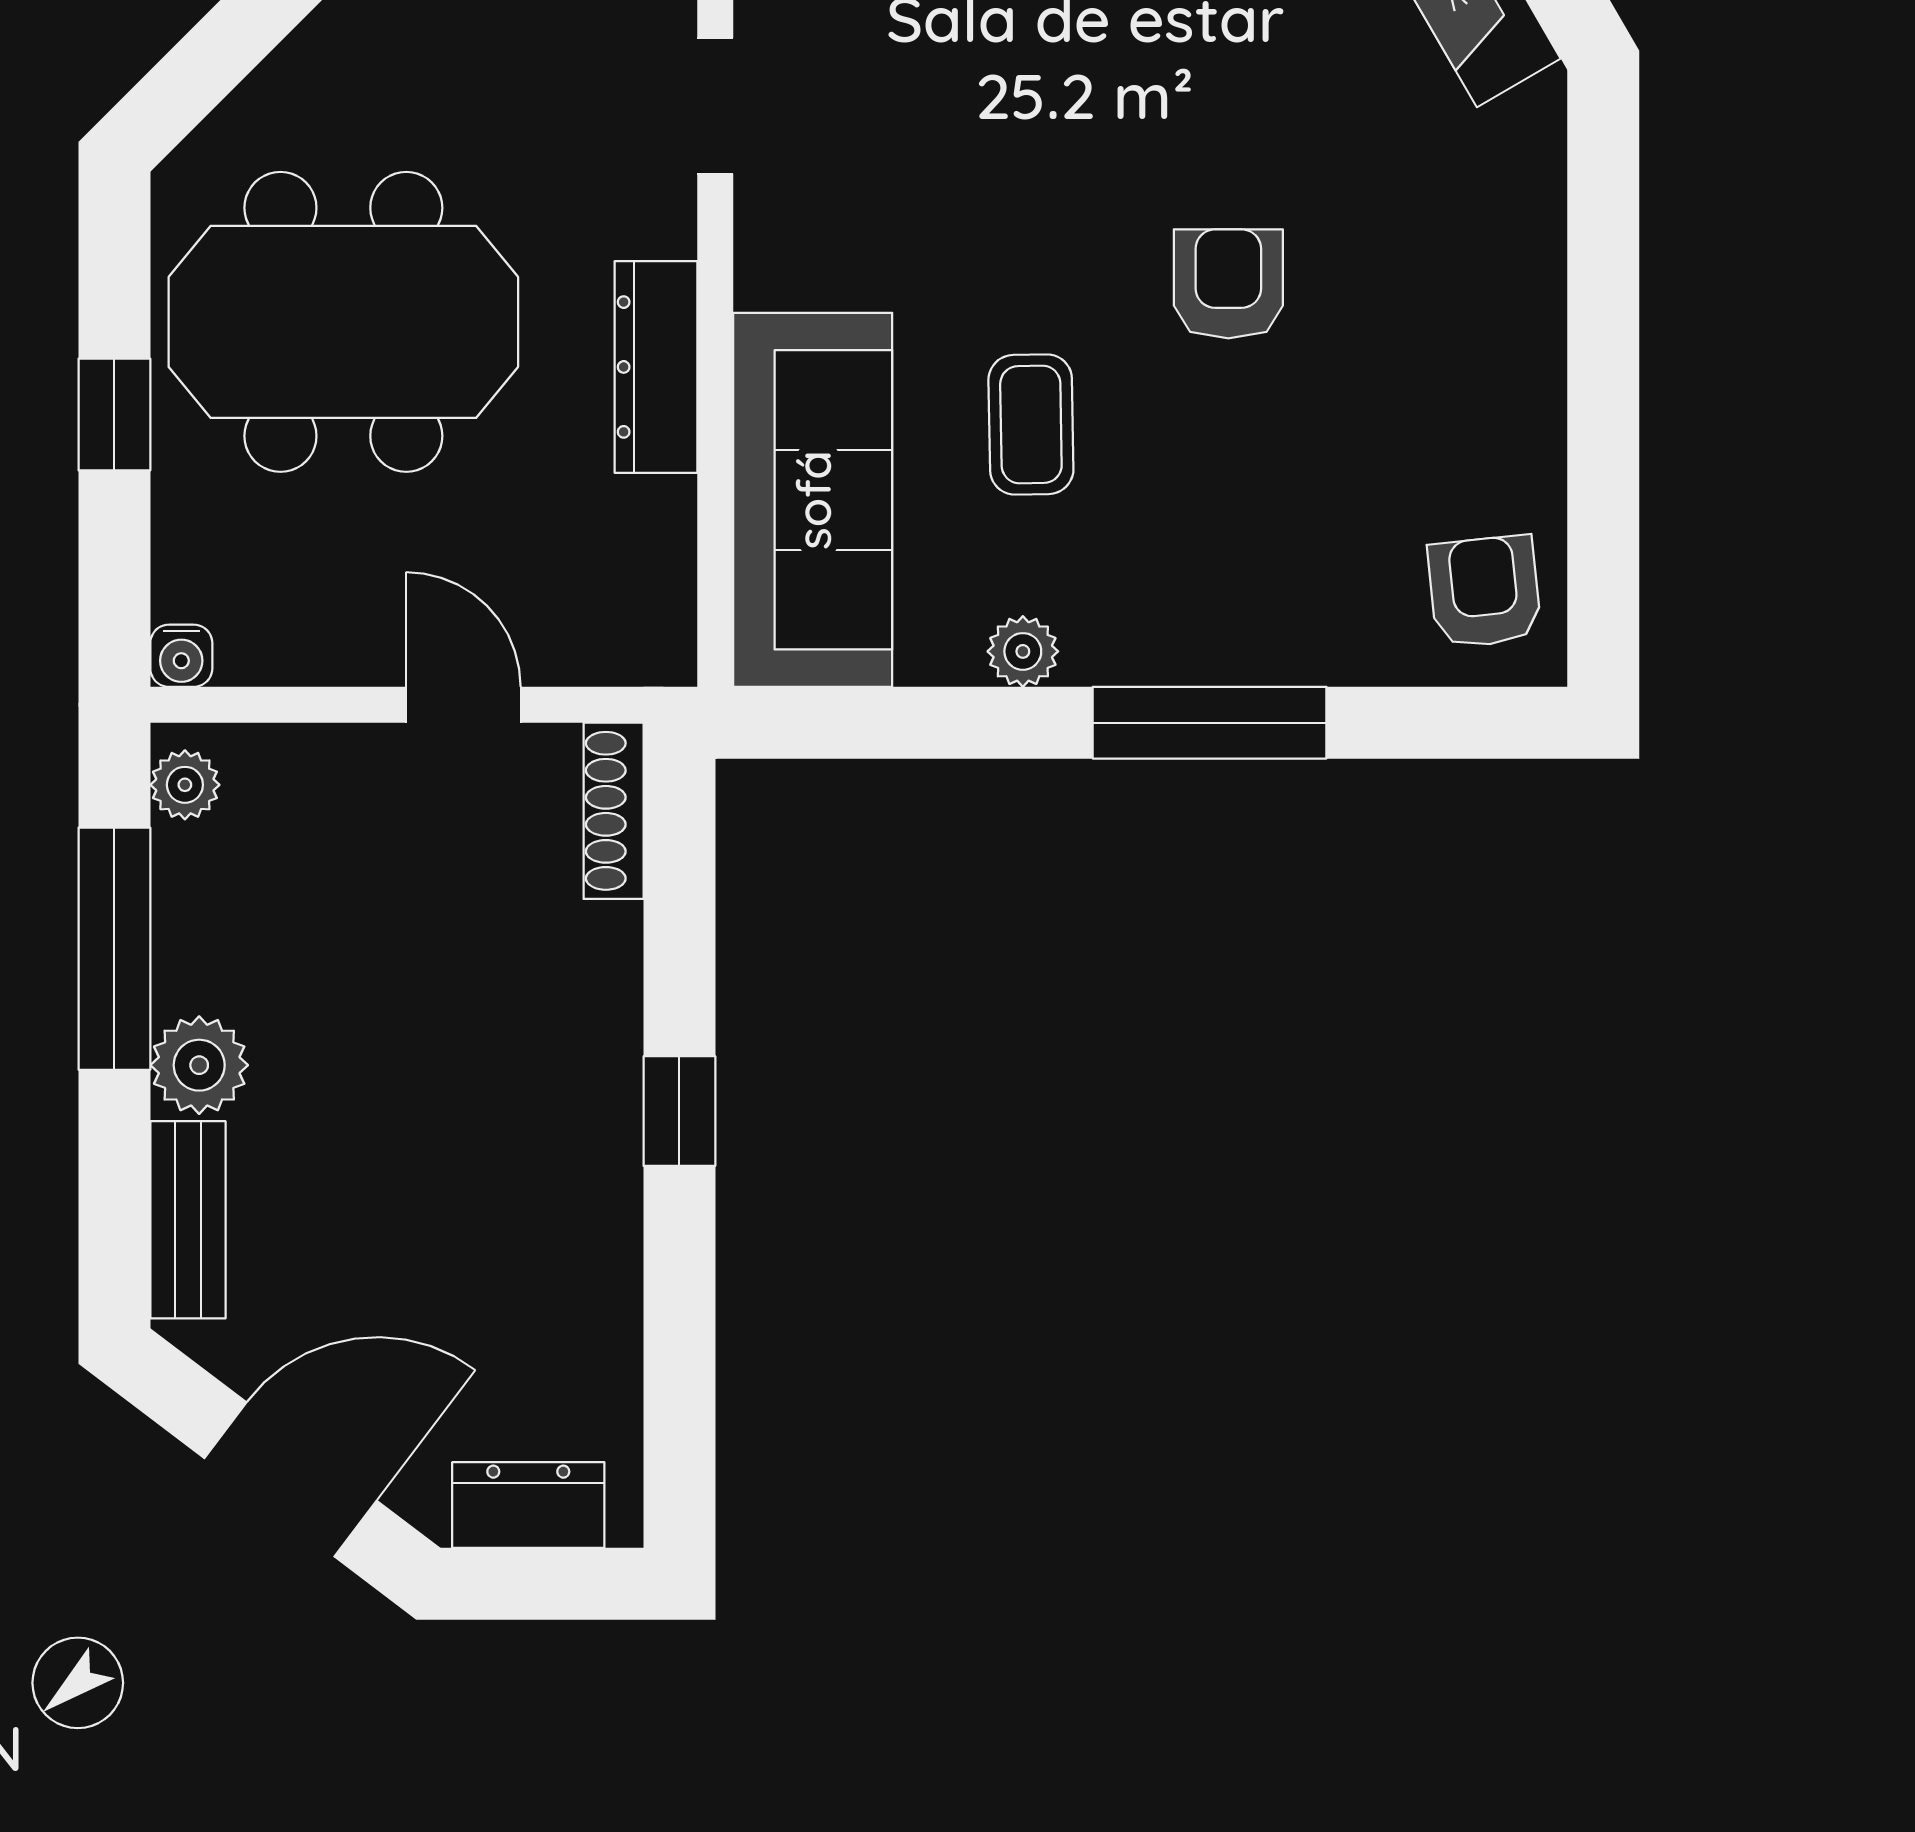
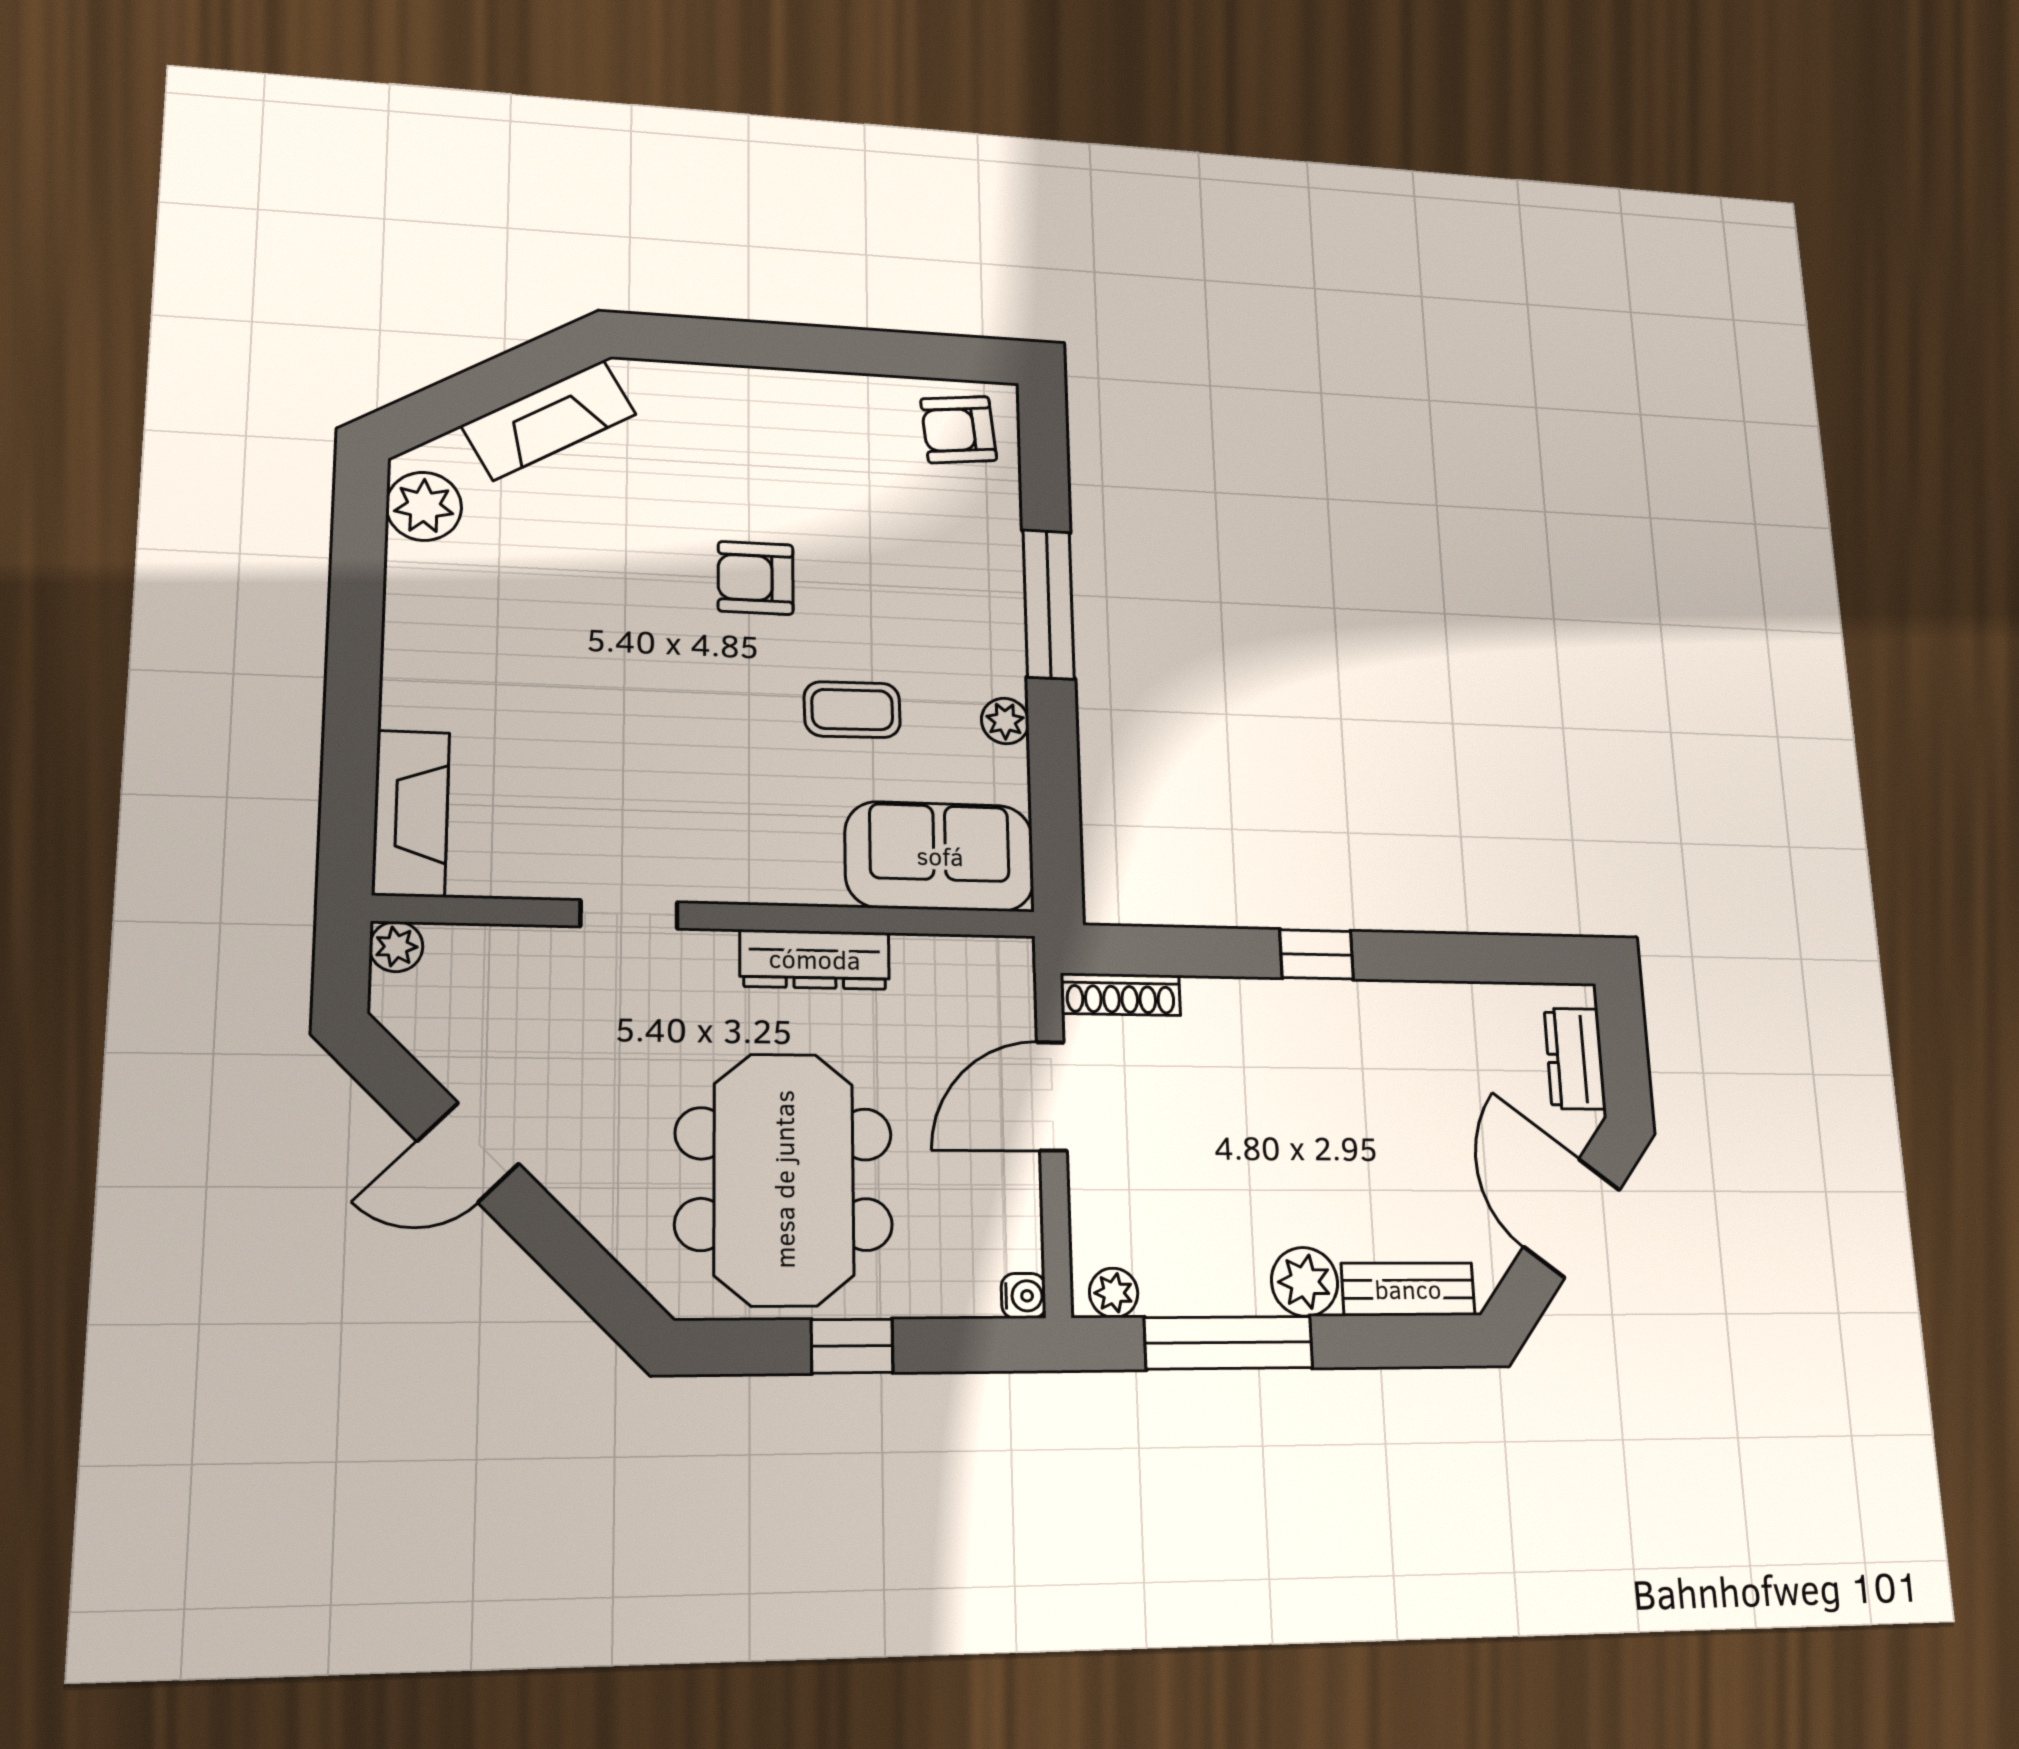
sofa: (813, 500) -> (940, 856), width x0.73
door: (463, 705) -> (1052, 1096), width x1.38

